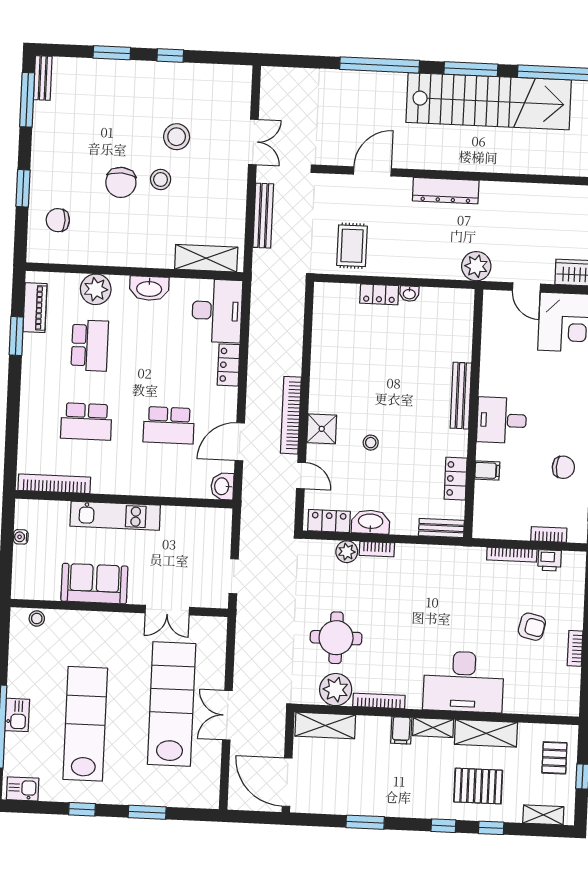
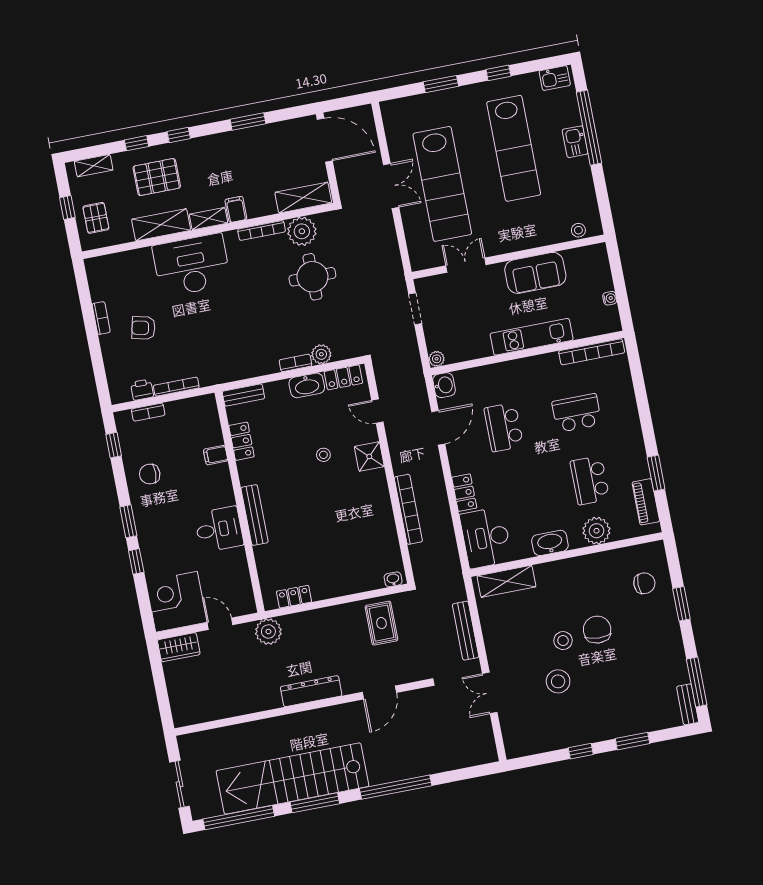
locker: (379, 294) -> (294, 597), moved
washbasin: (409, 294) -> (393, 579), moved
bookcase: (291, 415) -> (408, 509), moved
desk: (502, 420) -> (219, 529), moved
school desk: (169, 425) -> (504, 427), turned -90
plant: (223, 517) -> (437, 359), added

